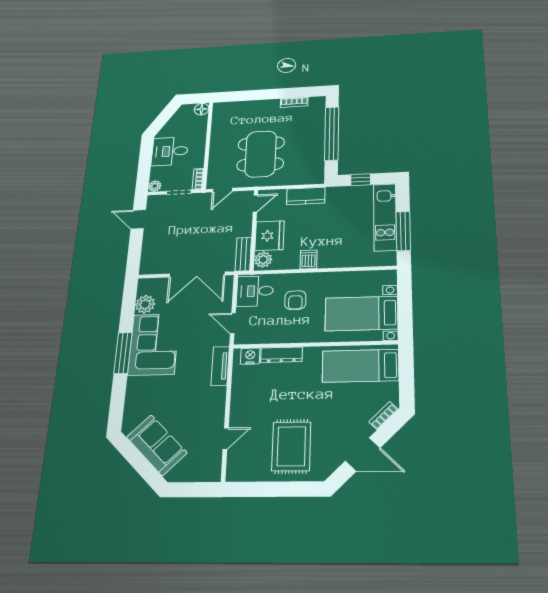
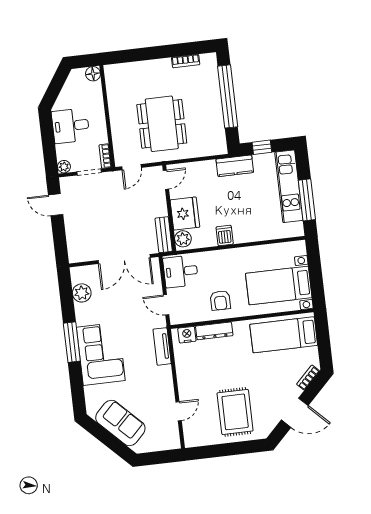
kitchen counter: (306, 196) -> (235, 166), moved
armchair: (295, 300) -> (220, 300), moved
corner sofa: (154, 344) -> (101, 354), moved

